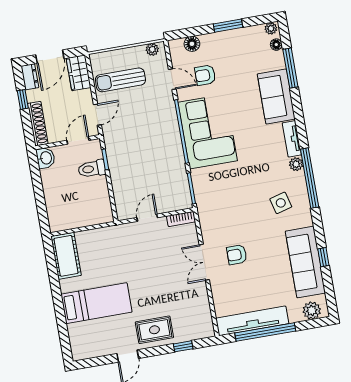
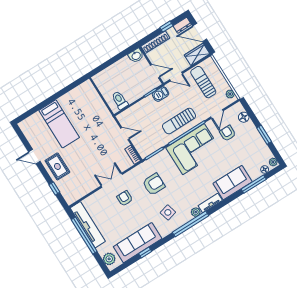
sun lounger: (161, 136) -> (179, 121), added
barbecue: (113, 146) -> (161, 94), added
toilet: (92, 169) -> (120, 100), moved
armchair: (234, 207) -> (154, 184), added
cot: (66, 256) -> (81, 93), removed

